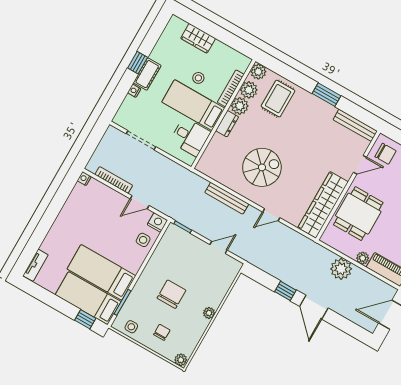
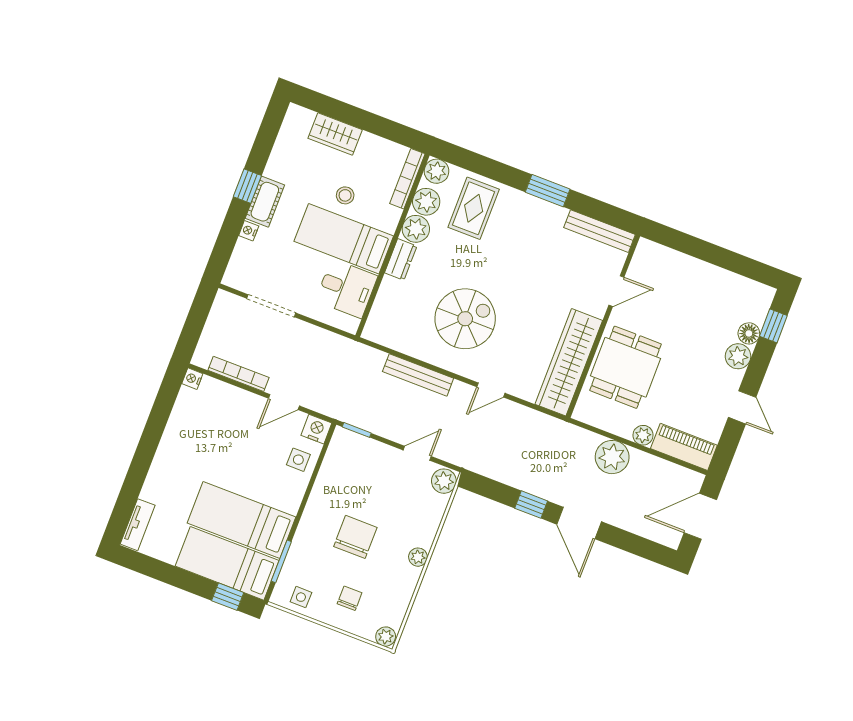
bookcase: (231, 88) -> (407, 179), moved
chair: (385, 154) -> (653, 268), removed
plant: (233, 268) -> (444, 481), added

